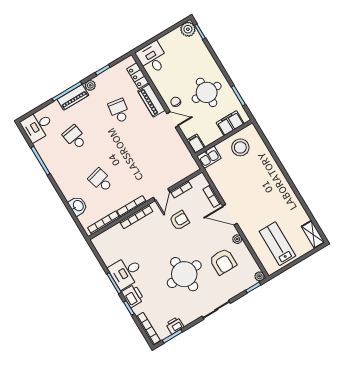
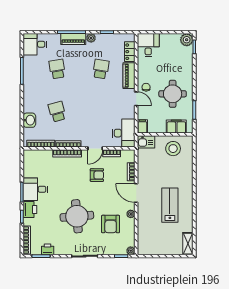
desk: (181, 162) -> (124, 133), added
lab bench: (277, 244) -> (170, 205), moved

